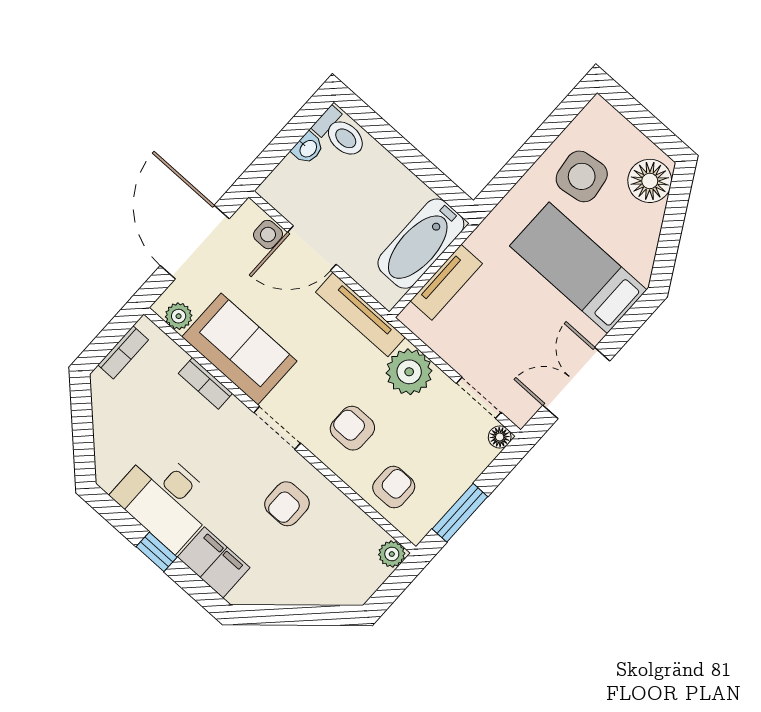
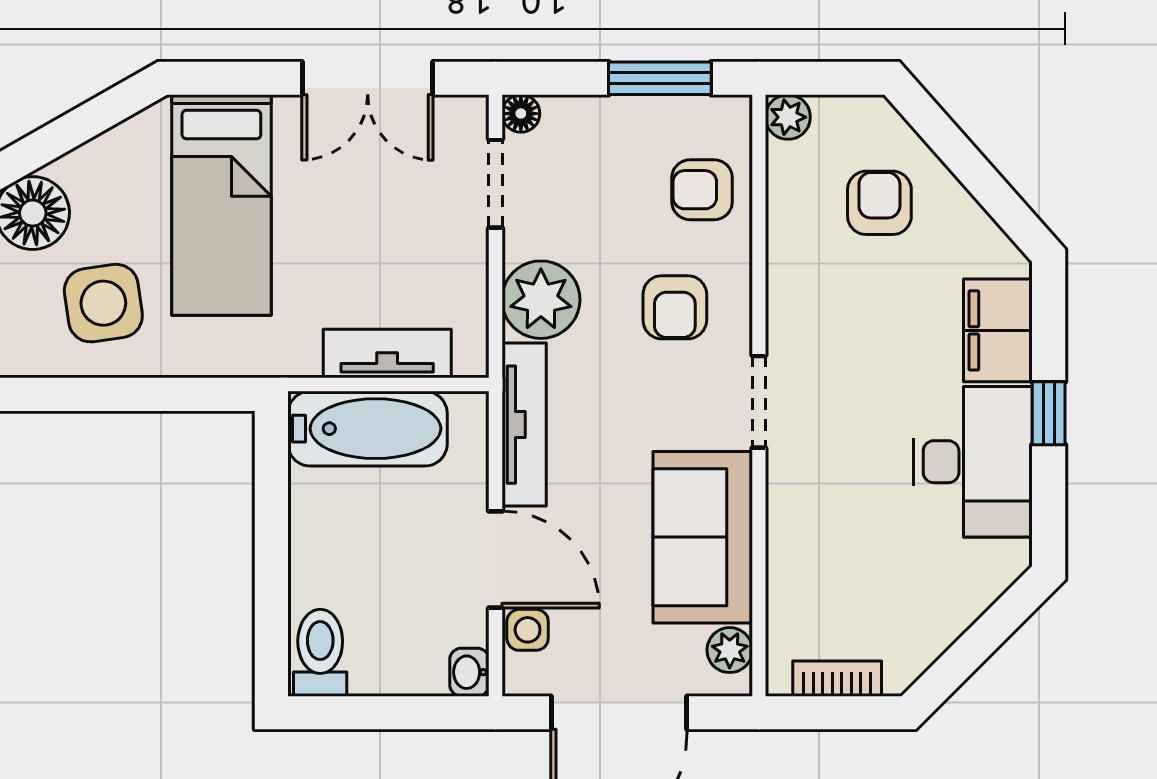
washbasin: (308, 148) -> (469, 672), moved, turned -90
bookcase: (205, 383) -> (784, 541), removed
armchair: (287, 504) -> (879, 203), moved, turned -90

